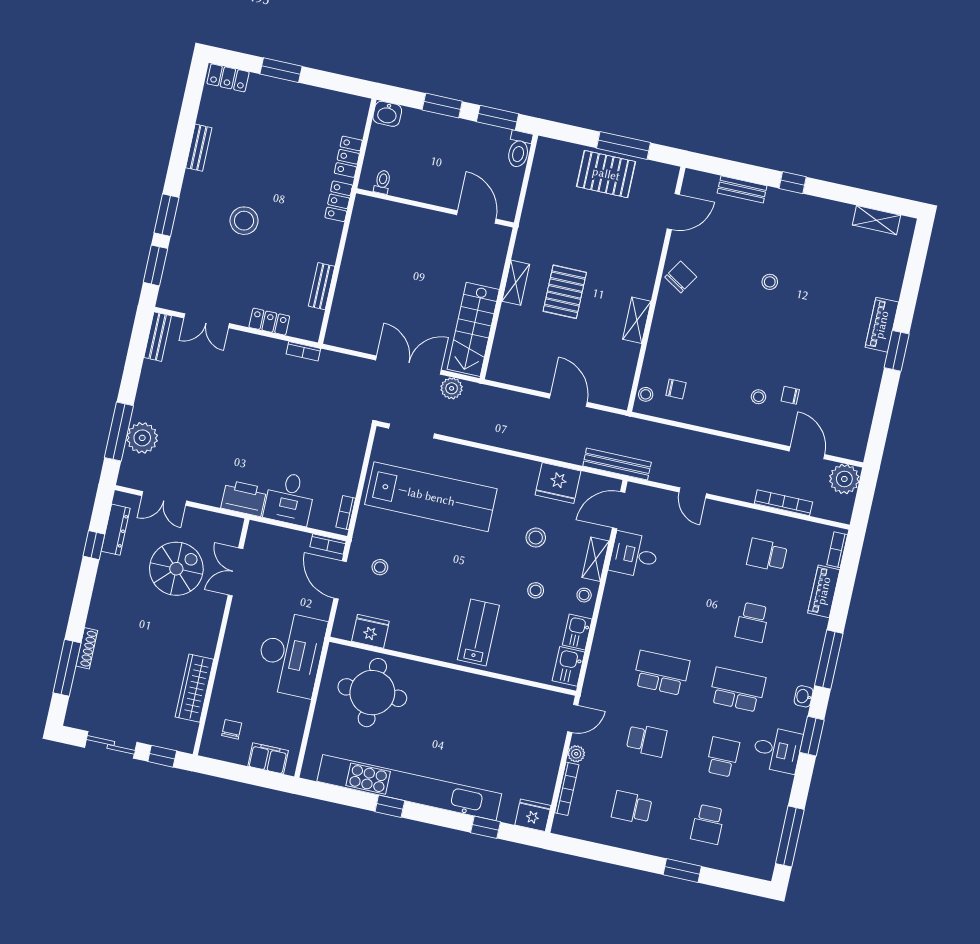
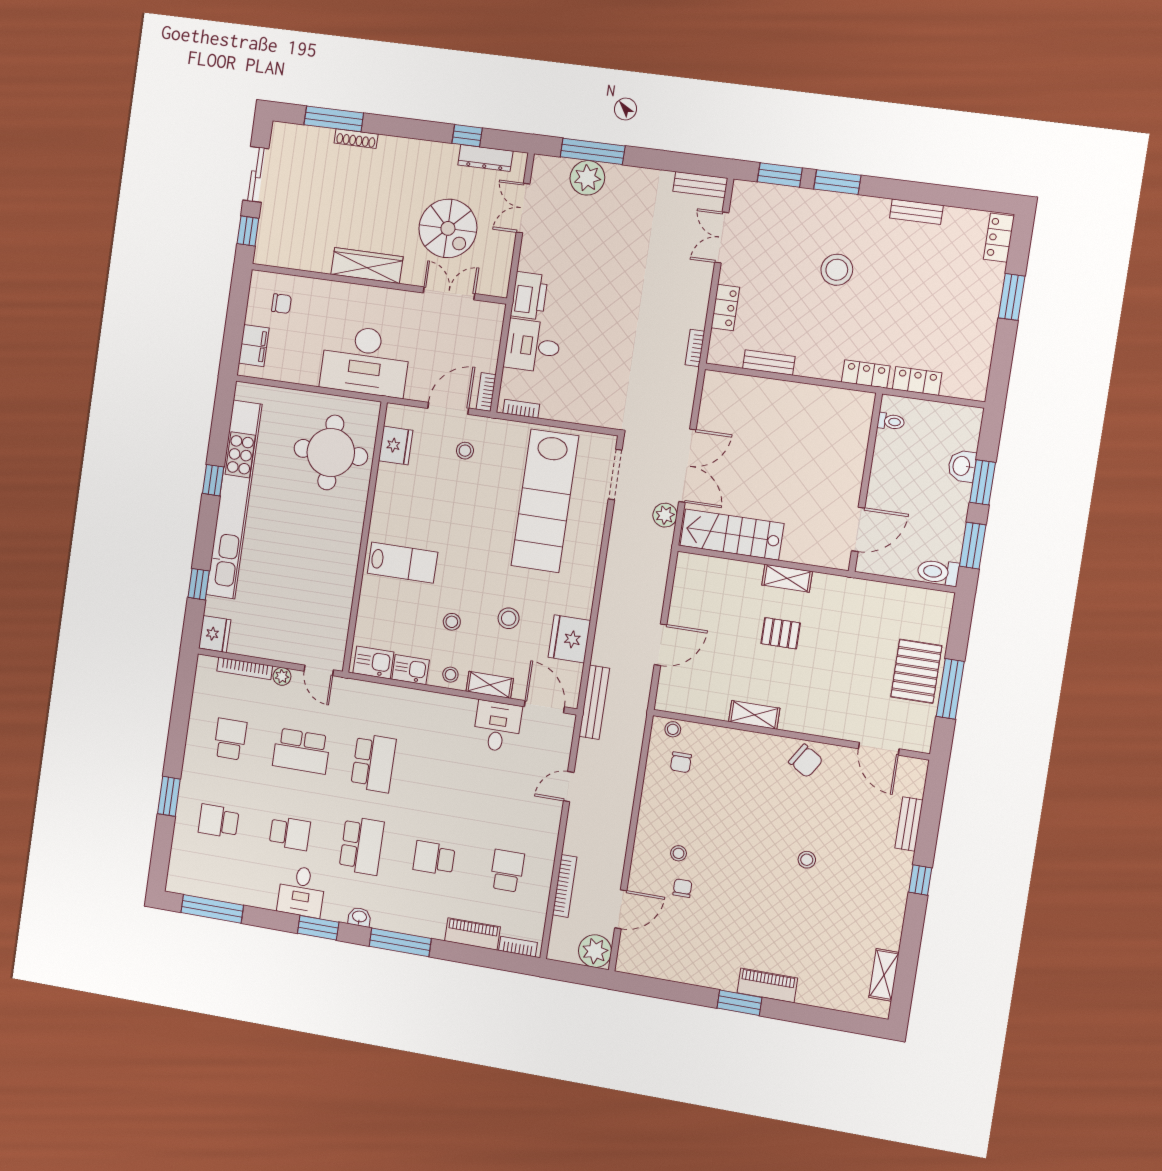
washbasin: (387, 114) -> (962, 466), moved
pallet: (565, 292) -> (781, 633), width x0.67, depth x0.71
wardrobe: (194, 688) -> (367, 266), moved
school desk: (647, 740) -> (301, 751), width x1.85

